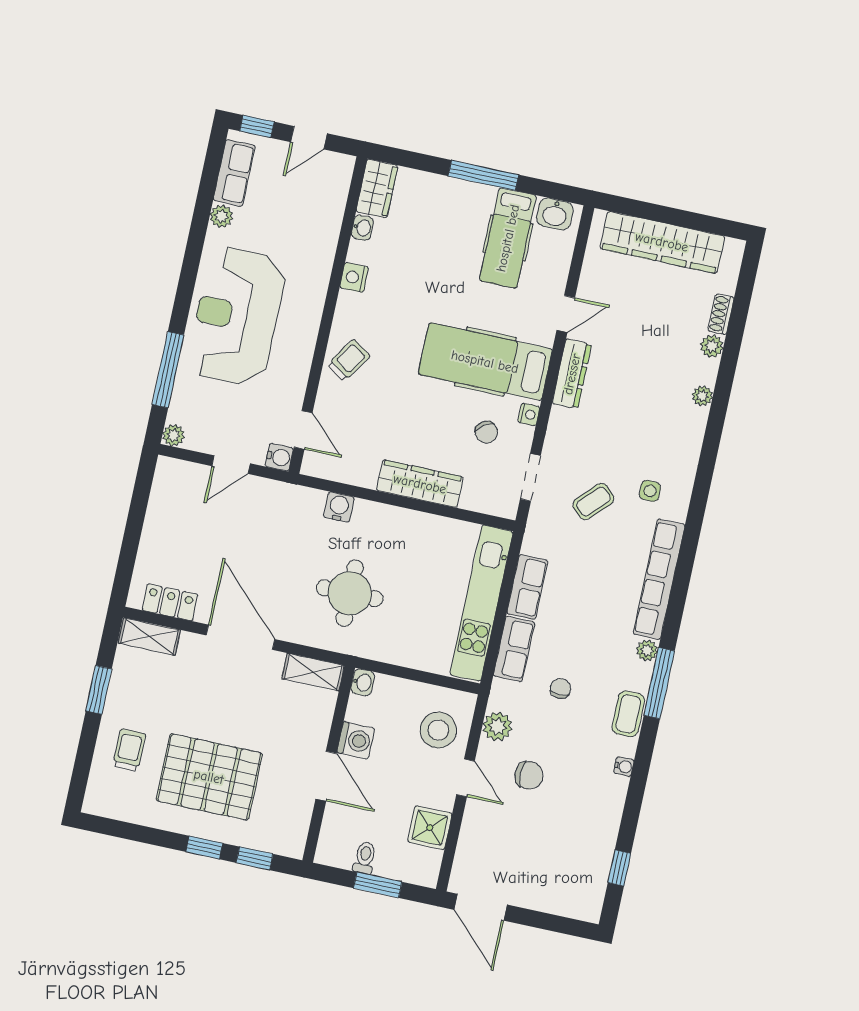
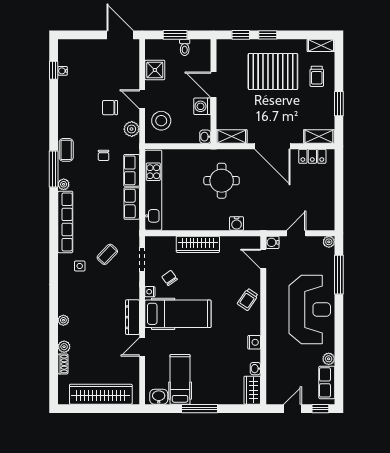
water cooler: (624, 766) -> (63, 71), moved
shelving: (109, 806) -> (321, 45), added

